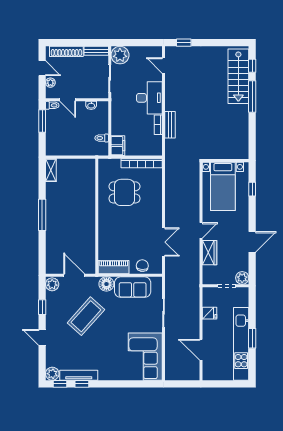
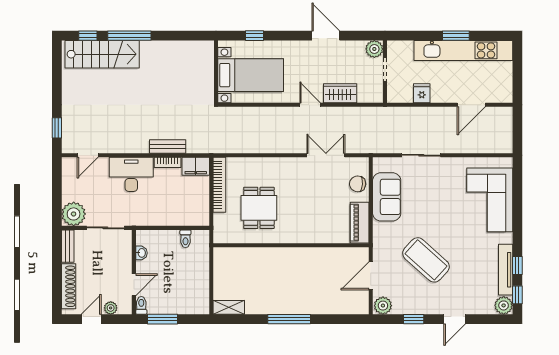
filing cabinet: (118, 146) -> (196, 166), moved, turned 180
floor lamp: (106, 284) -> (383, 232), removed
corner sofa: (145, 357) -> (490, 200), moved, turned 90

